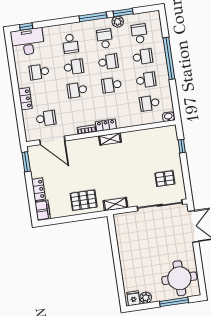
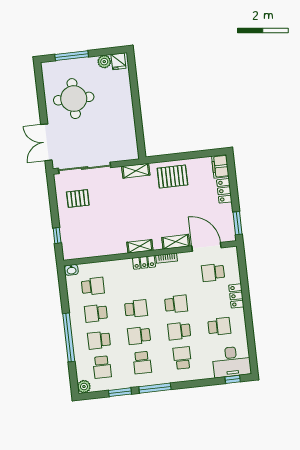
plant: (118, 22) -> (84, 387), moved
shelving: (79, 144) -> (176, 242), added
round table: (179, 278) -> (74, 99), moved

